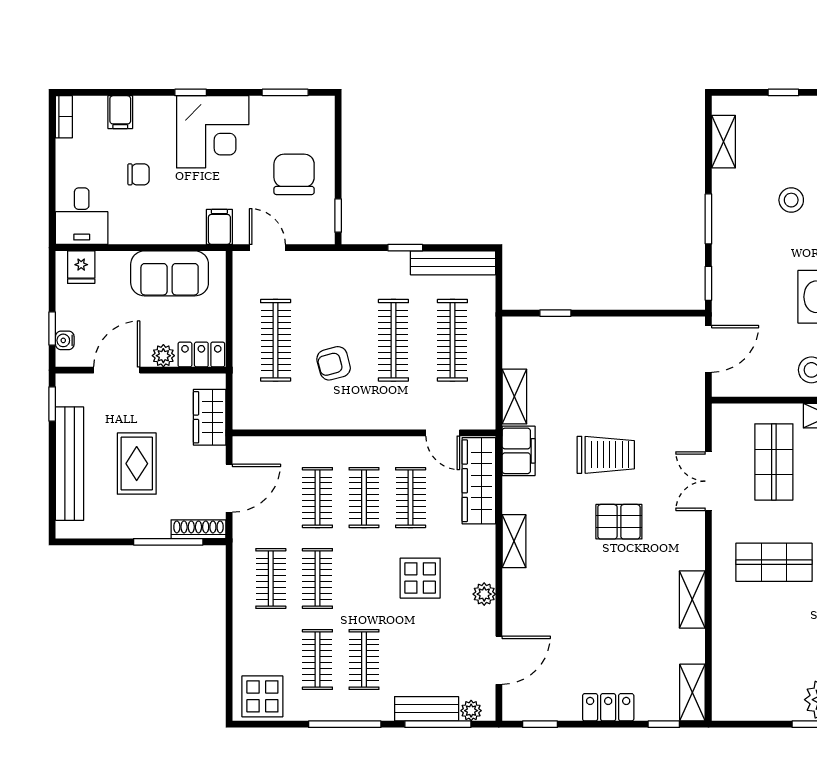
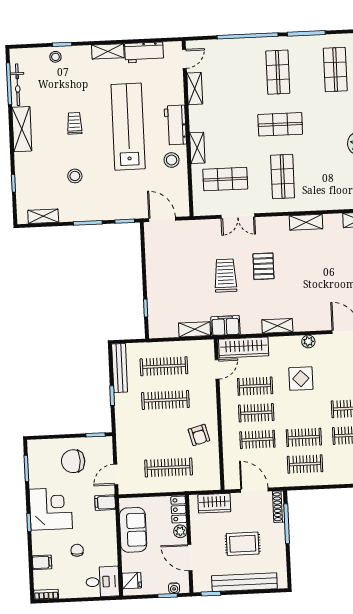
armchair: (334, 363) -> (199, 435), moved

